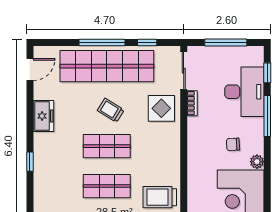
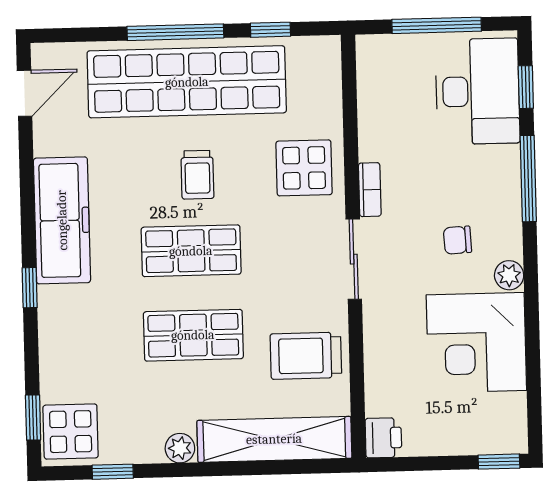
sliding door: (184, 71) -> (354, 259), moved
desk: (244, 92) -> (478, 91), moved
bookcase: (192, 103) -> (370, 190), moved
trolley: (111, 110) -> (197, 175), turned -122
freezer: (43, 116) -> (62, 220), width x1.91, depth x1.26

